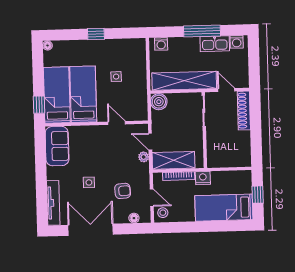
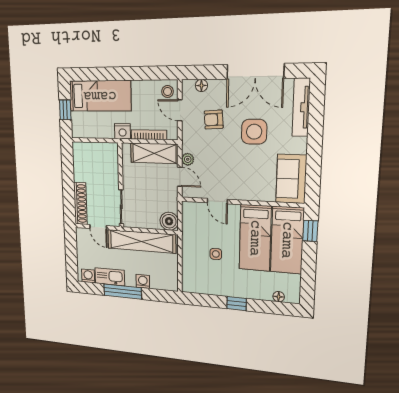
washing machine: (161, 44) -> (143, 281), moved
floor lamp: (48, 45) -> (279, 297), moved
side table: (89, 182) -> (254, 132), width x1.87, depth x1.87

